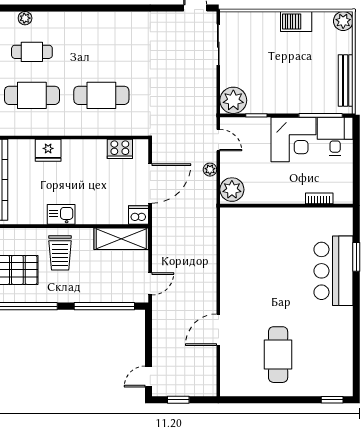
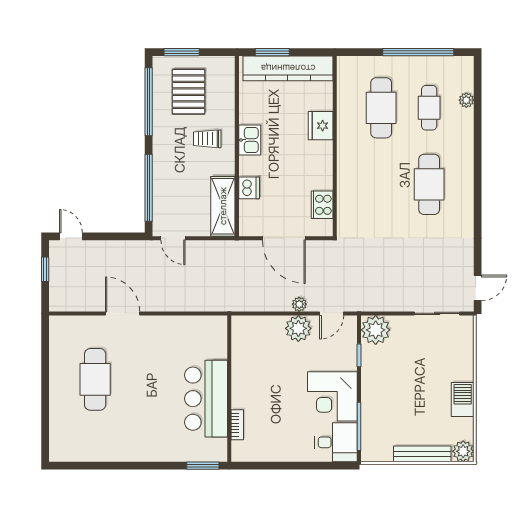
bench: (346, 81) -> (422, 454), moved
cafe table: (101, 95) -> (429, 184), moved
plant: (232, 190) -> (298, 328), moved
bookcase: (319, 198) -> (237, 425), moved
wall: (286, 206) -> (229, 389), moved
dishwasher: (138, 215) -> (249, 188), moved
trolley: (60, 253) -> (207, 139), width x0.73, depth x0.72
bar counter: (333, 271) -> (206, 399), moved, turned -90
cafe table: (278, 355) -> (95, 379), turned 90
window: (332, 400) -> (45, 439), removed

